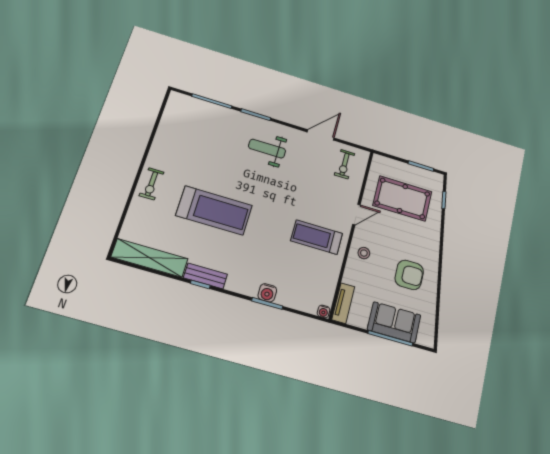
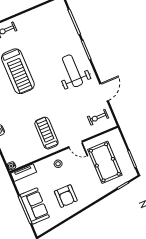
door: (321, 135) -> (104, 92), hinge flipped
weight bench: (267, 149) -> (72, 71), width x1.36, depth x1.33

